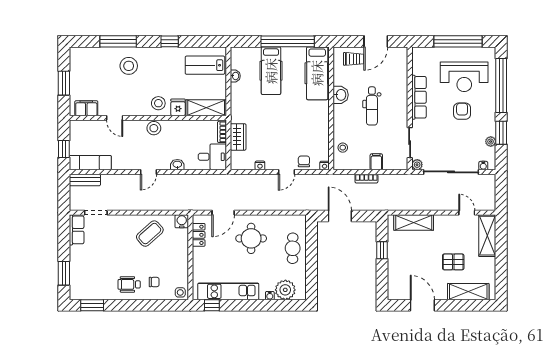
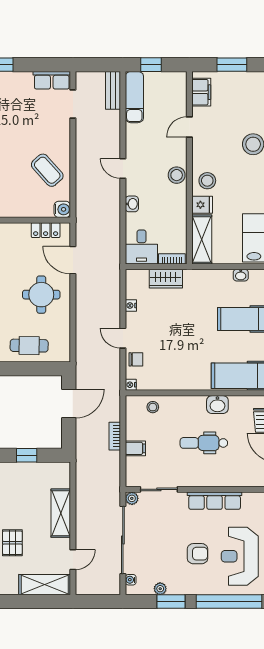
shelving: (414, 223) -> (61, 513), moved

